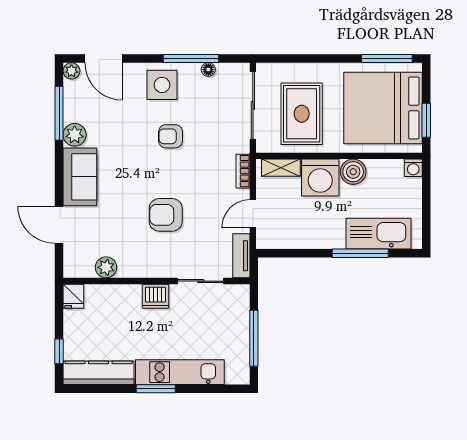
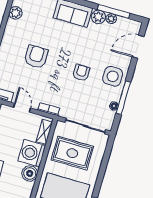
plant: (71, 71) -> (111, 19), moved

